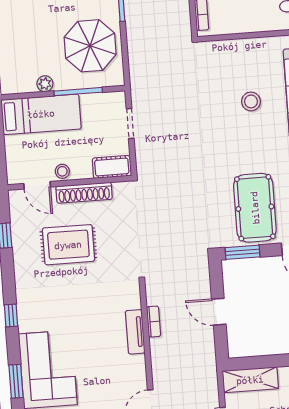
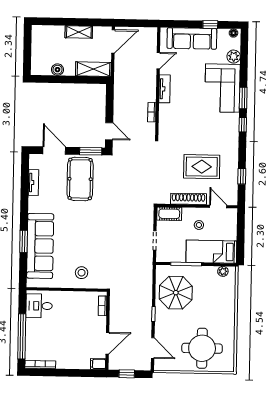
plant: (45, 84) -> (223, 271), moved
stool: (251, 101) -> (82, 273), moved
stool: (62, 171) -> (199, 225), moved
door: (219, 312) -> (109, 131), moved
tv unit: (135, 332) -> (165, 89), moved
window: (16, 381) -> (243, 98), moved

